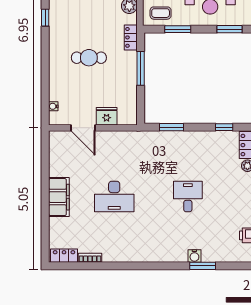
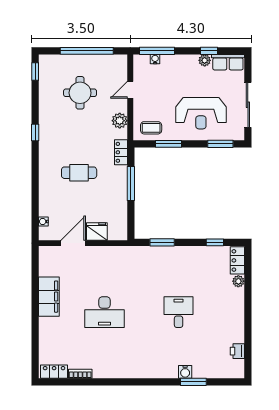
door: (83, 128) -> (73, 243), swing flipped
filing cabinet: (59, 197) -> (49, 297), moved

